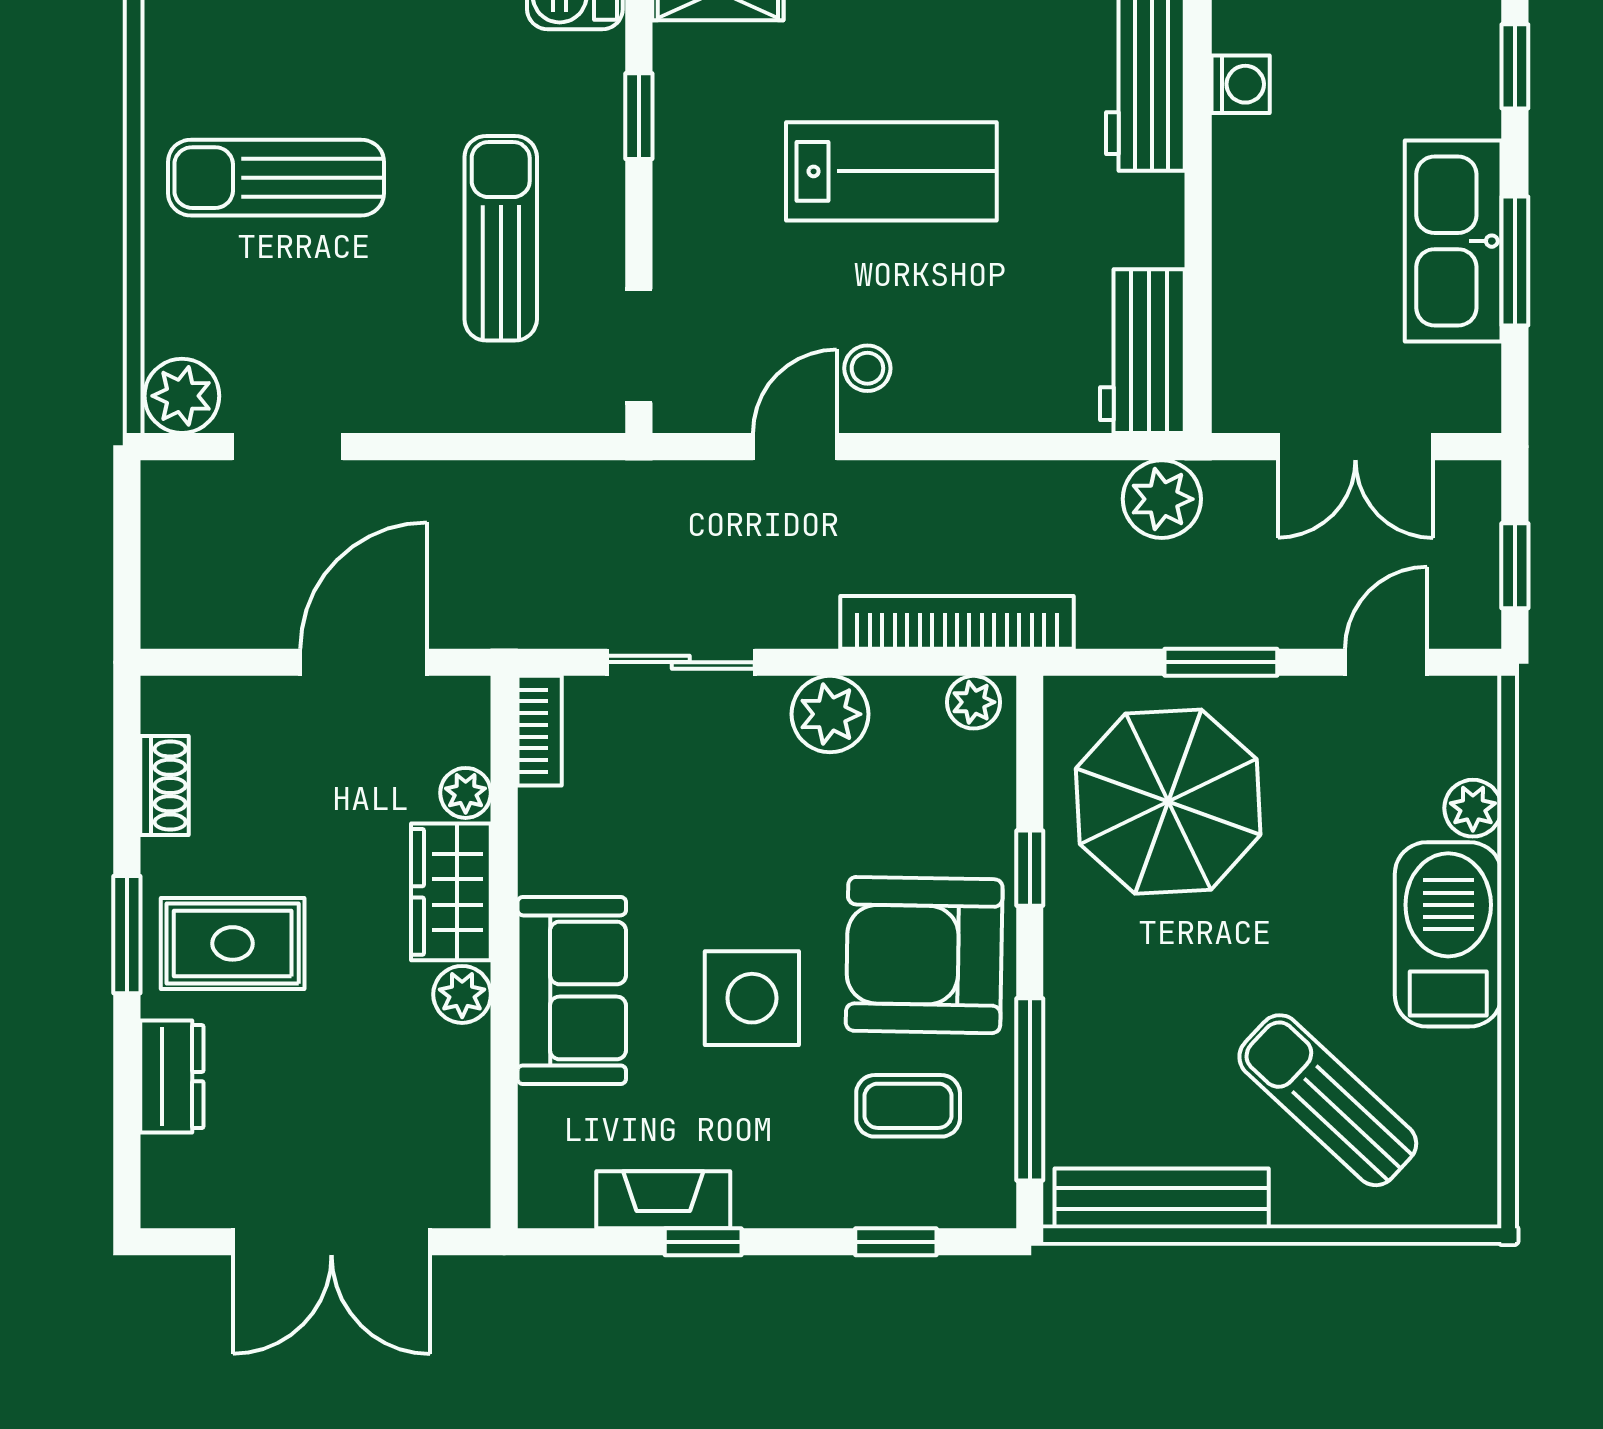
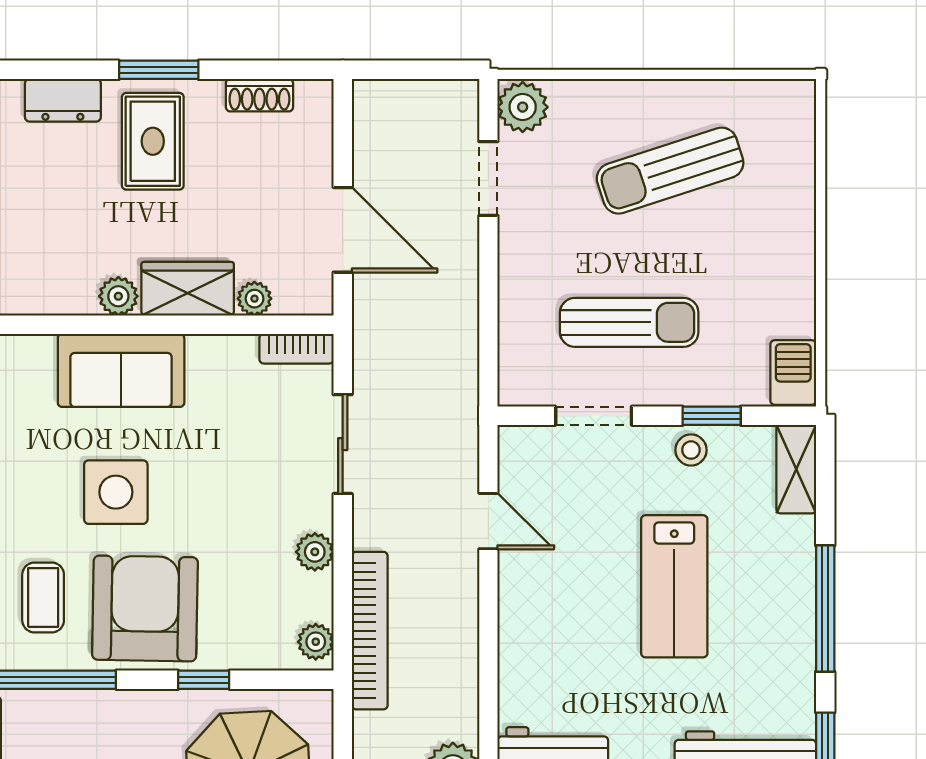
sun lounger: (276, 178) -> (670, 171), turned -108
doorway: (639, 346) -> (594, 416), moved
stool: (867, 368) -> (691, 450), moved
plant: (830, 714) -> (315, 552), width x0.73, depth x0.73

